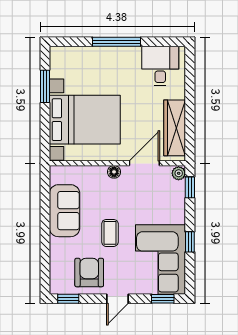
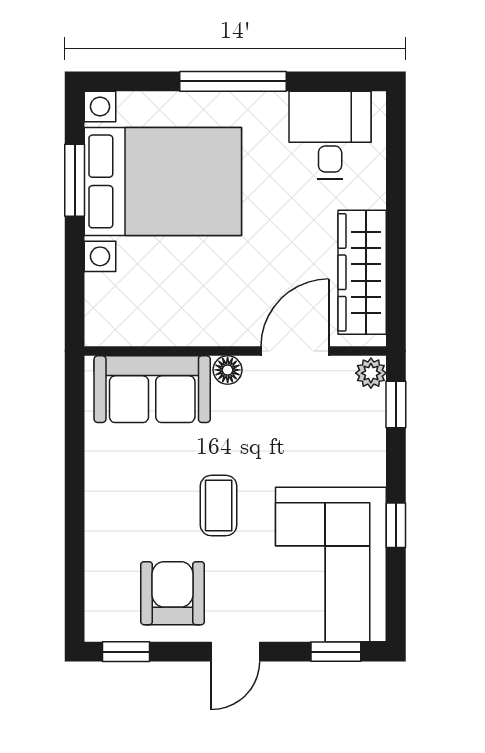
bed with nightstands: (85, 120) -> (163, 181), moved
sofa: (65, 211) -> (152, 389), moved, turned 90

